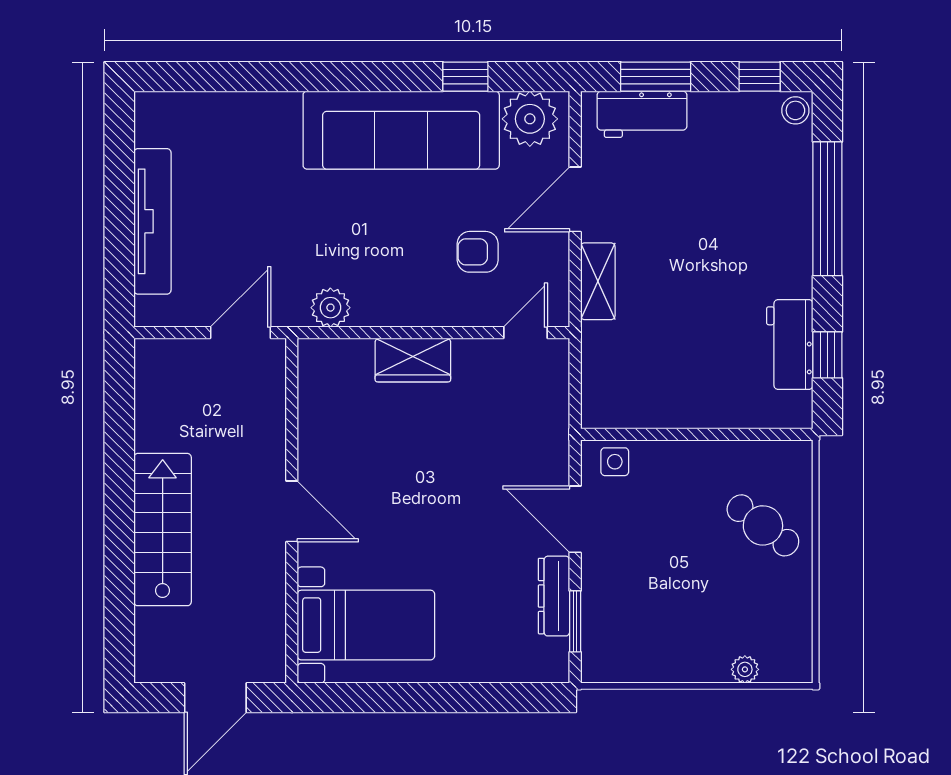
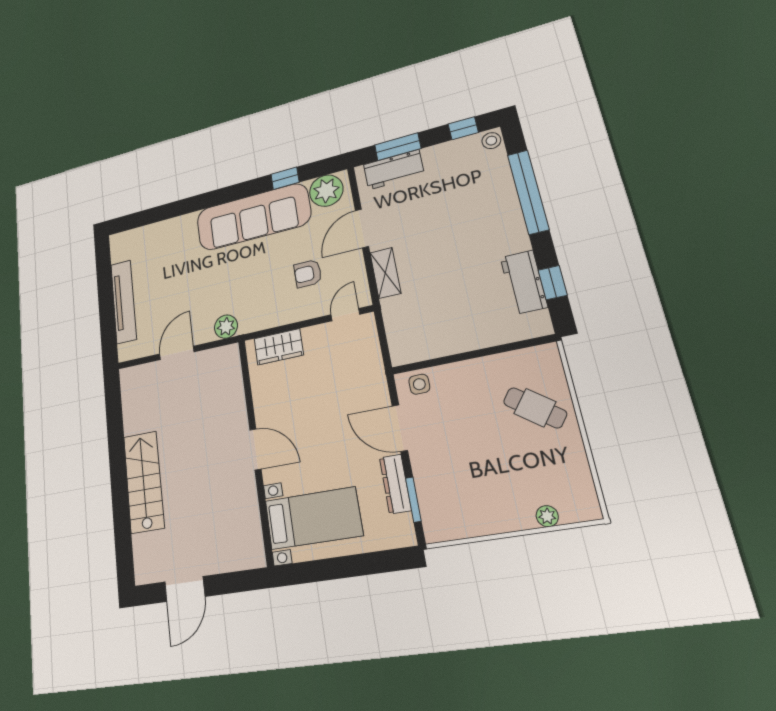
door: (292, 511) -> (255, 449), moved
wall: (292, 511) -> (255, 449), moved
bed with nightstands: (366, 625) -> (313, 518), moved

